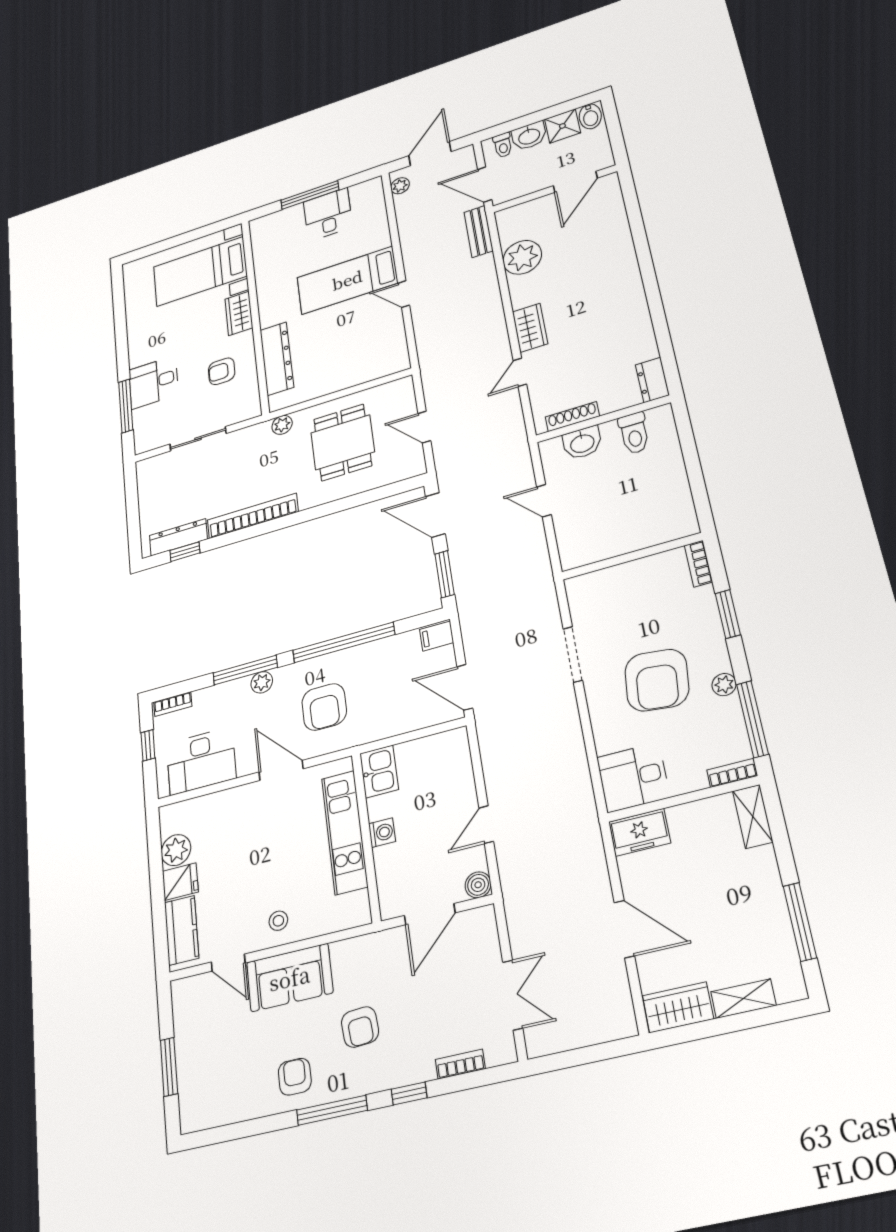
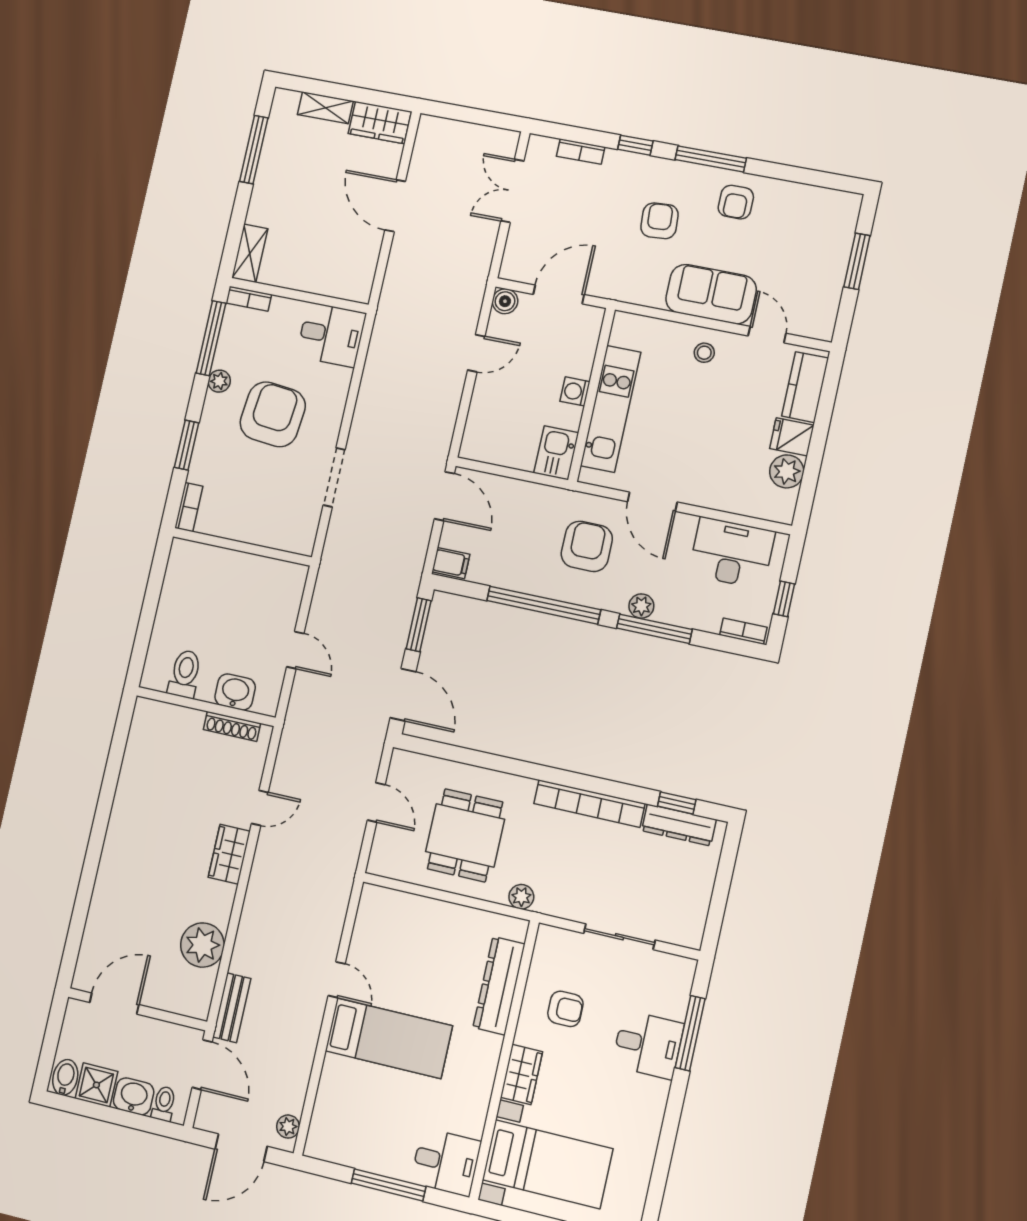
desk: (328, 214) -> (446, 1162), moved, turned -90
dresser: (652, 380) -> (144, 722), removed
freezer: (640, 832) -> (347, 283), removed

